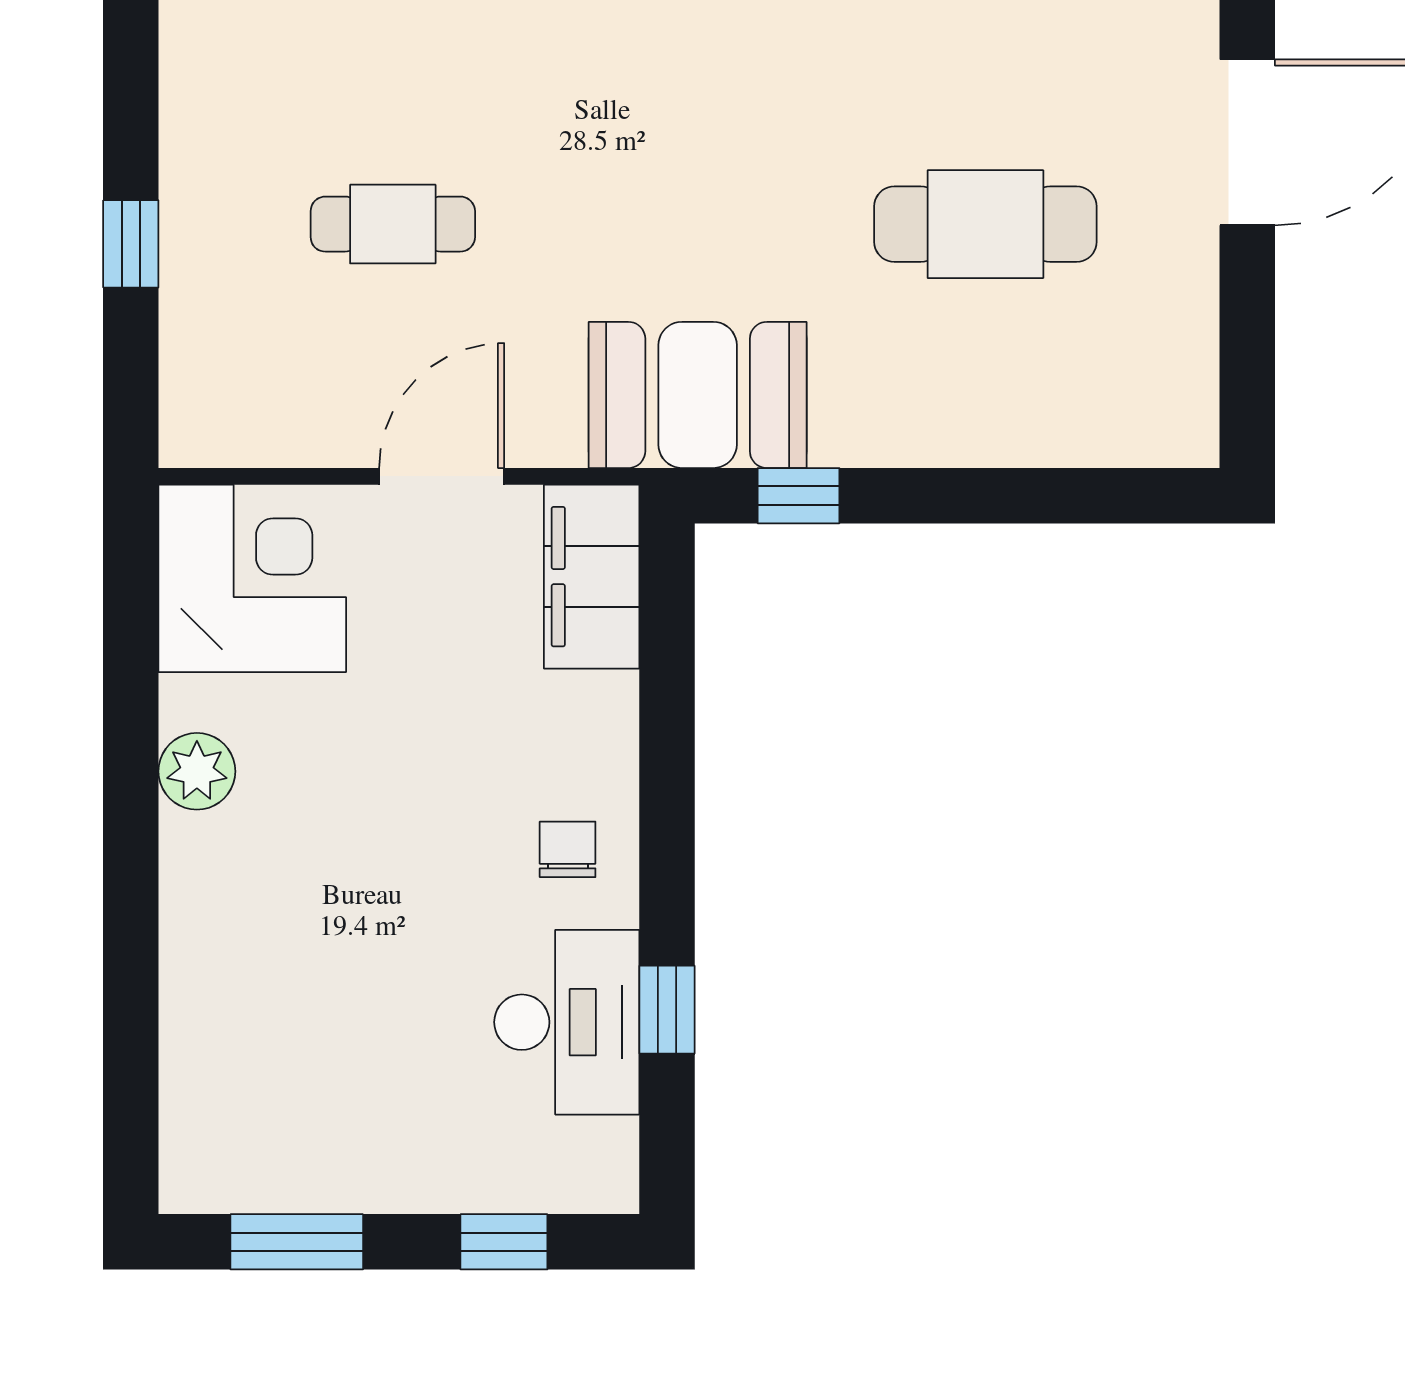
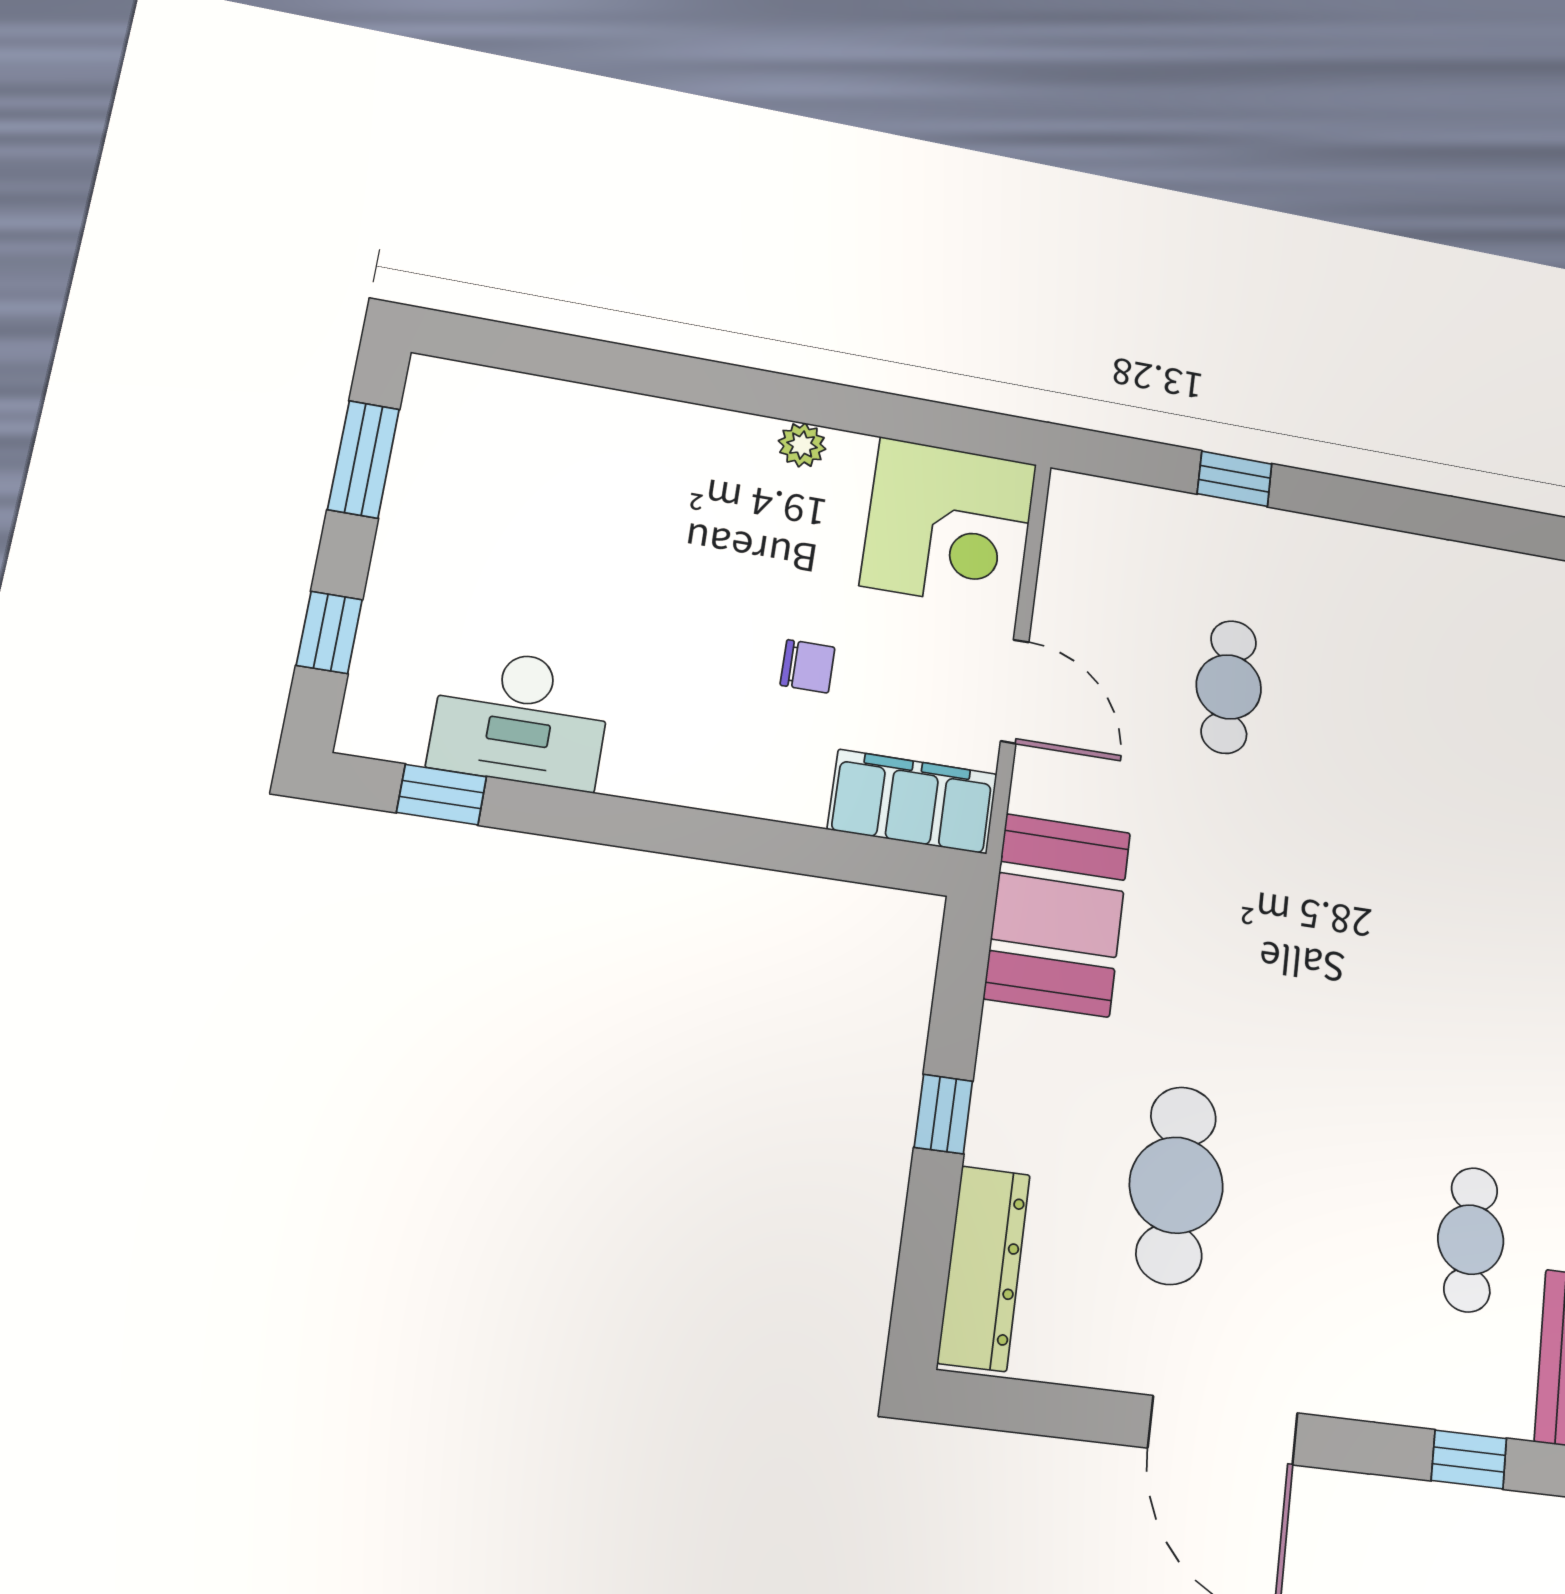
dresser: (1104, 429) -> (984, 1268), added
window: (798, 496) -> (943, 1114), moved
plant: (197, 771) -> (802, 445), width x0.73, depth x0.73
chair: (568, 849) -> (808, 666), moved
window: (667, 1010) -> (442, 795), moved

